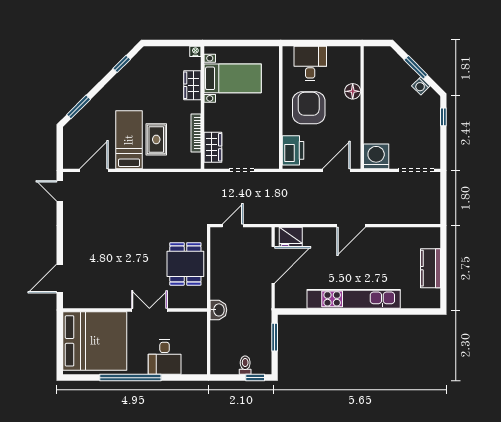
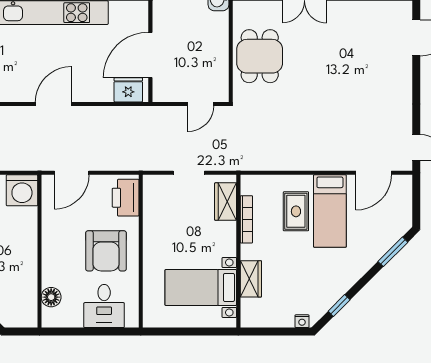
nightstand: (195, 51) -> (302, 321), moved
floor lamp: (353, 91) -> (51, 297), moved

